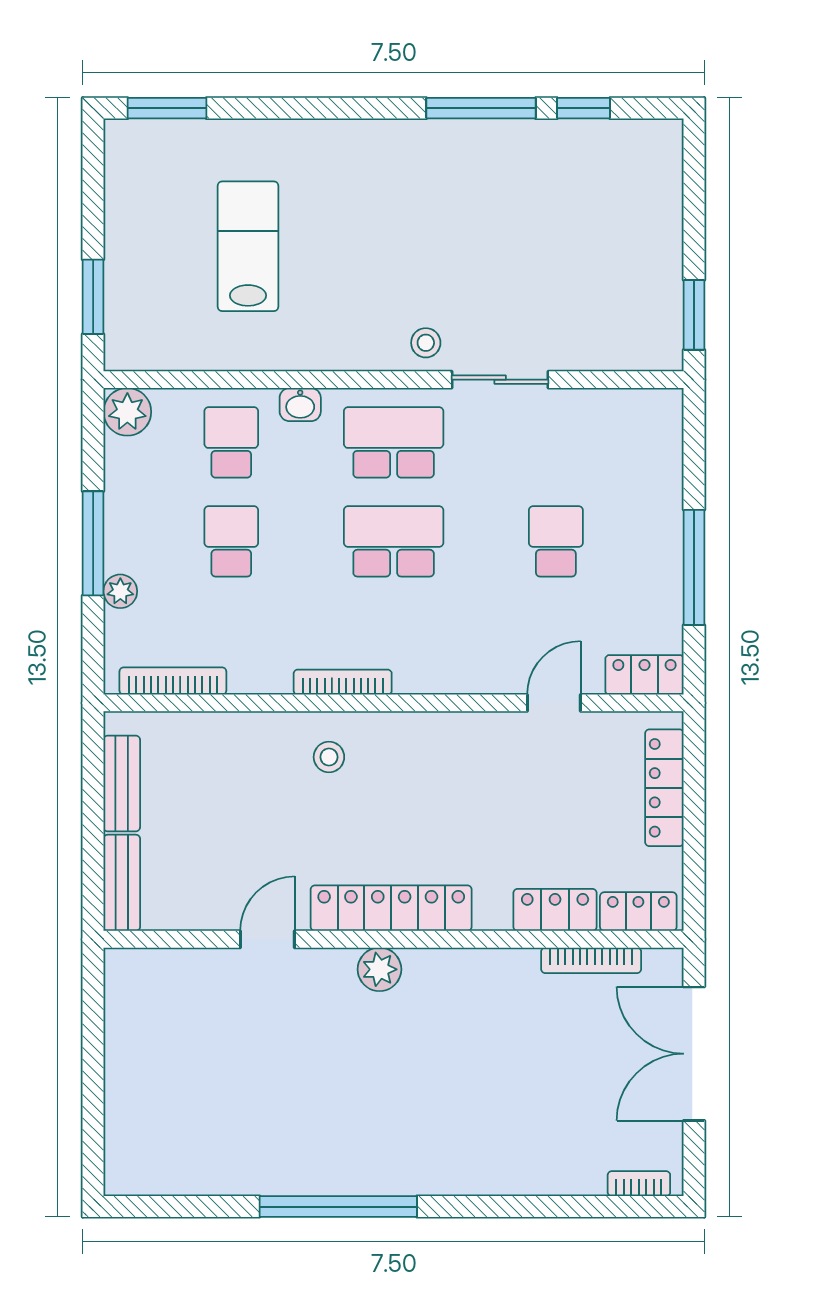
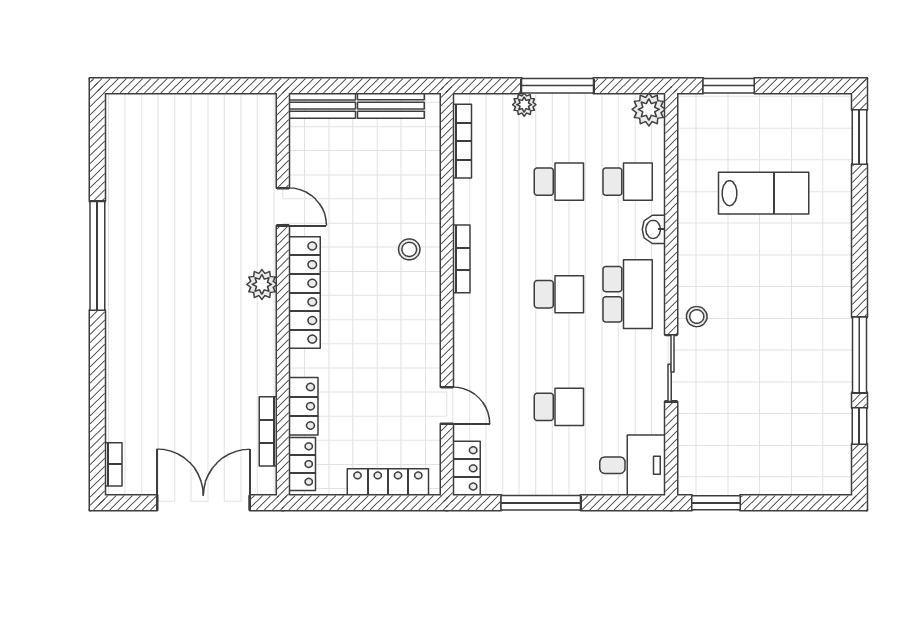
desk: (640, 435) -> (633, 465), added
school desk: (394, 541) -> (559, 294), width x0.54

